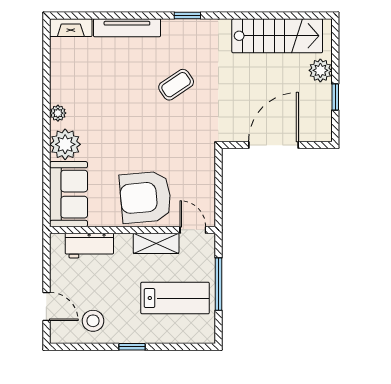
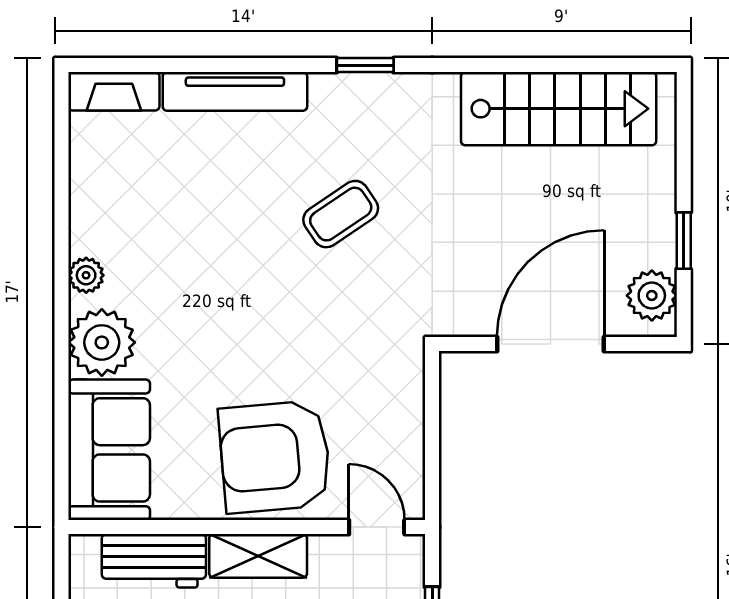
plant: (320, 70) -> (652, 296), moved
shelving: (156, 243) -> (258, 556), moved

